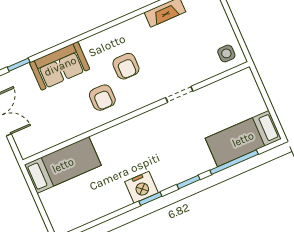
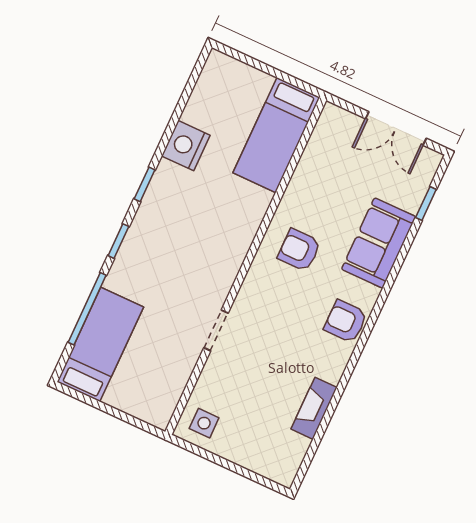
armchair: (126, 66) -> (346, 321), moved
nightstand: (141, 187) -> (186, 146), moved

